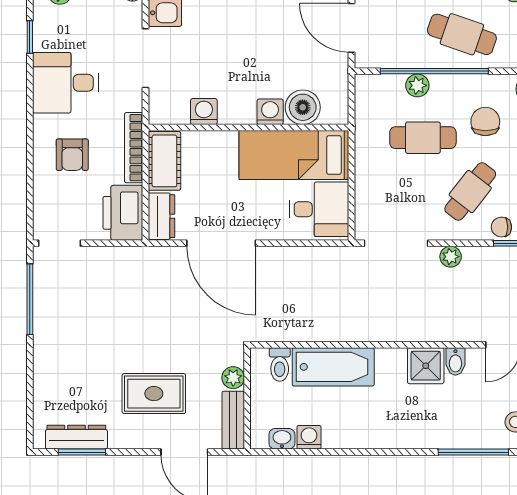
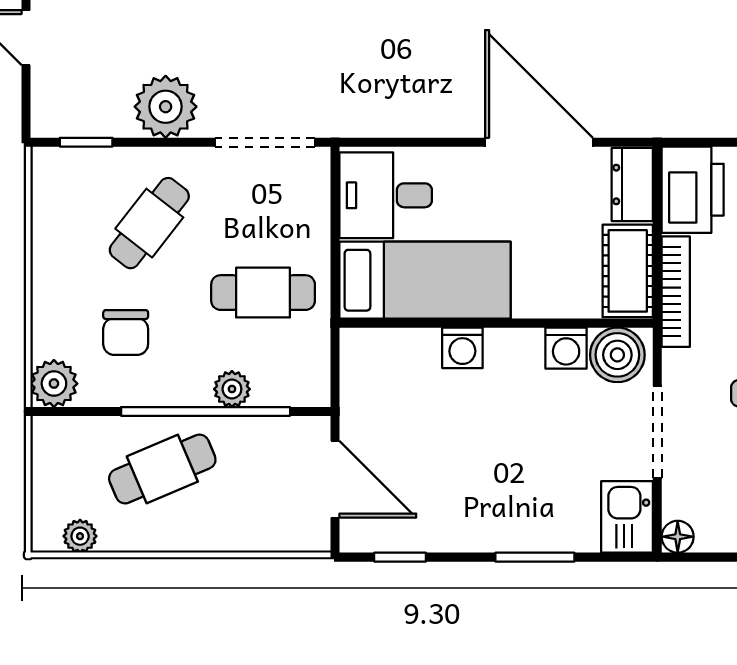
cafe table: (462, 34) -> (162, 469), turned -42
boiler: (303, 107) -> (617, 355), moved
cafe table: (423, 138) -> (263, 293), moved
chair: (501, 227) -> (100, 167), removed
plant: (451, 257) -> (166, 107), width x1.88, depth x1.88

